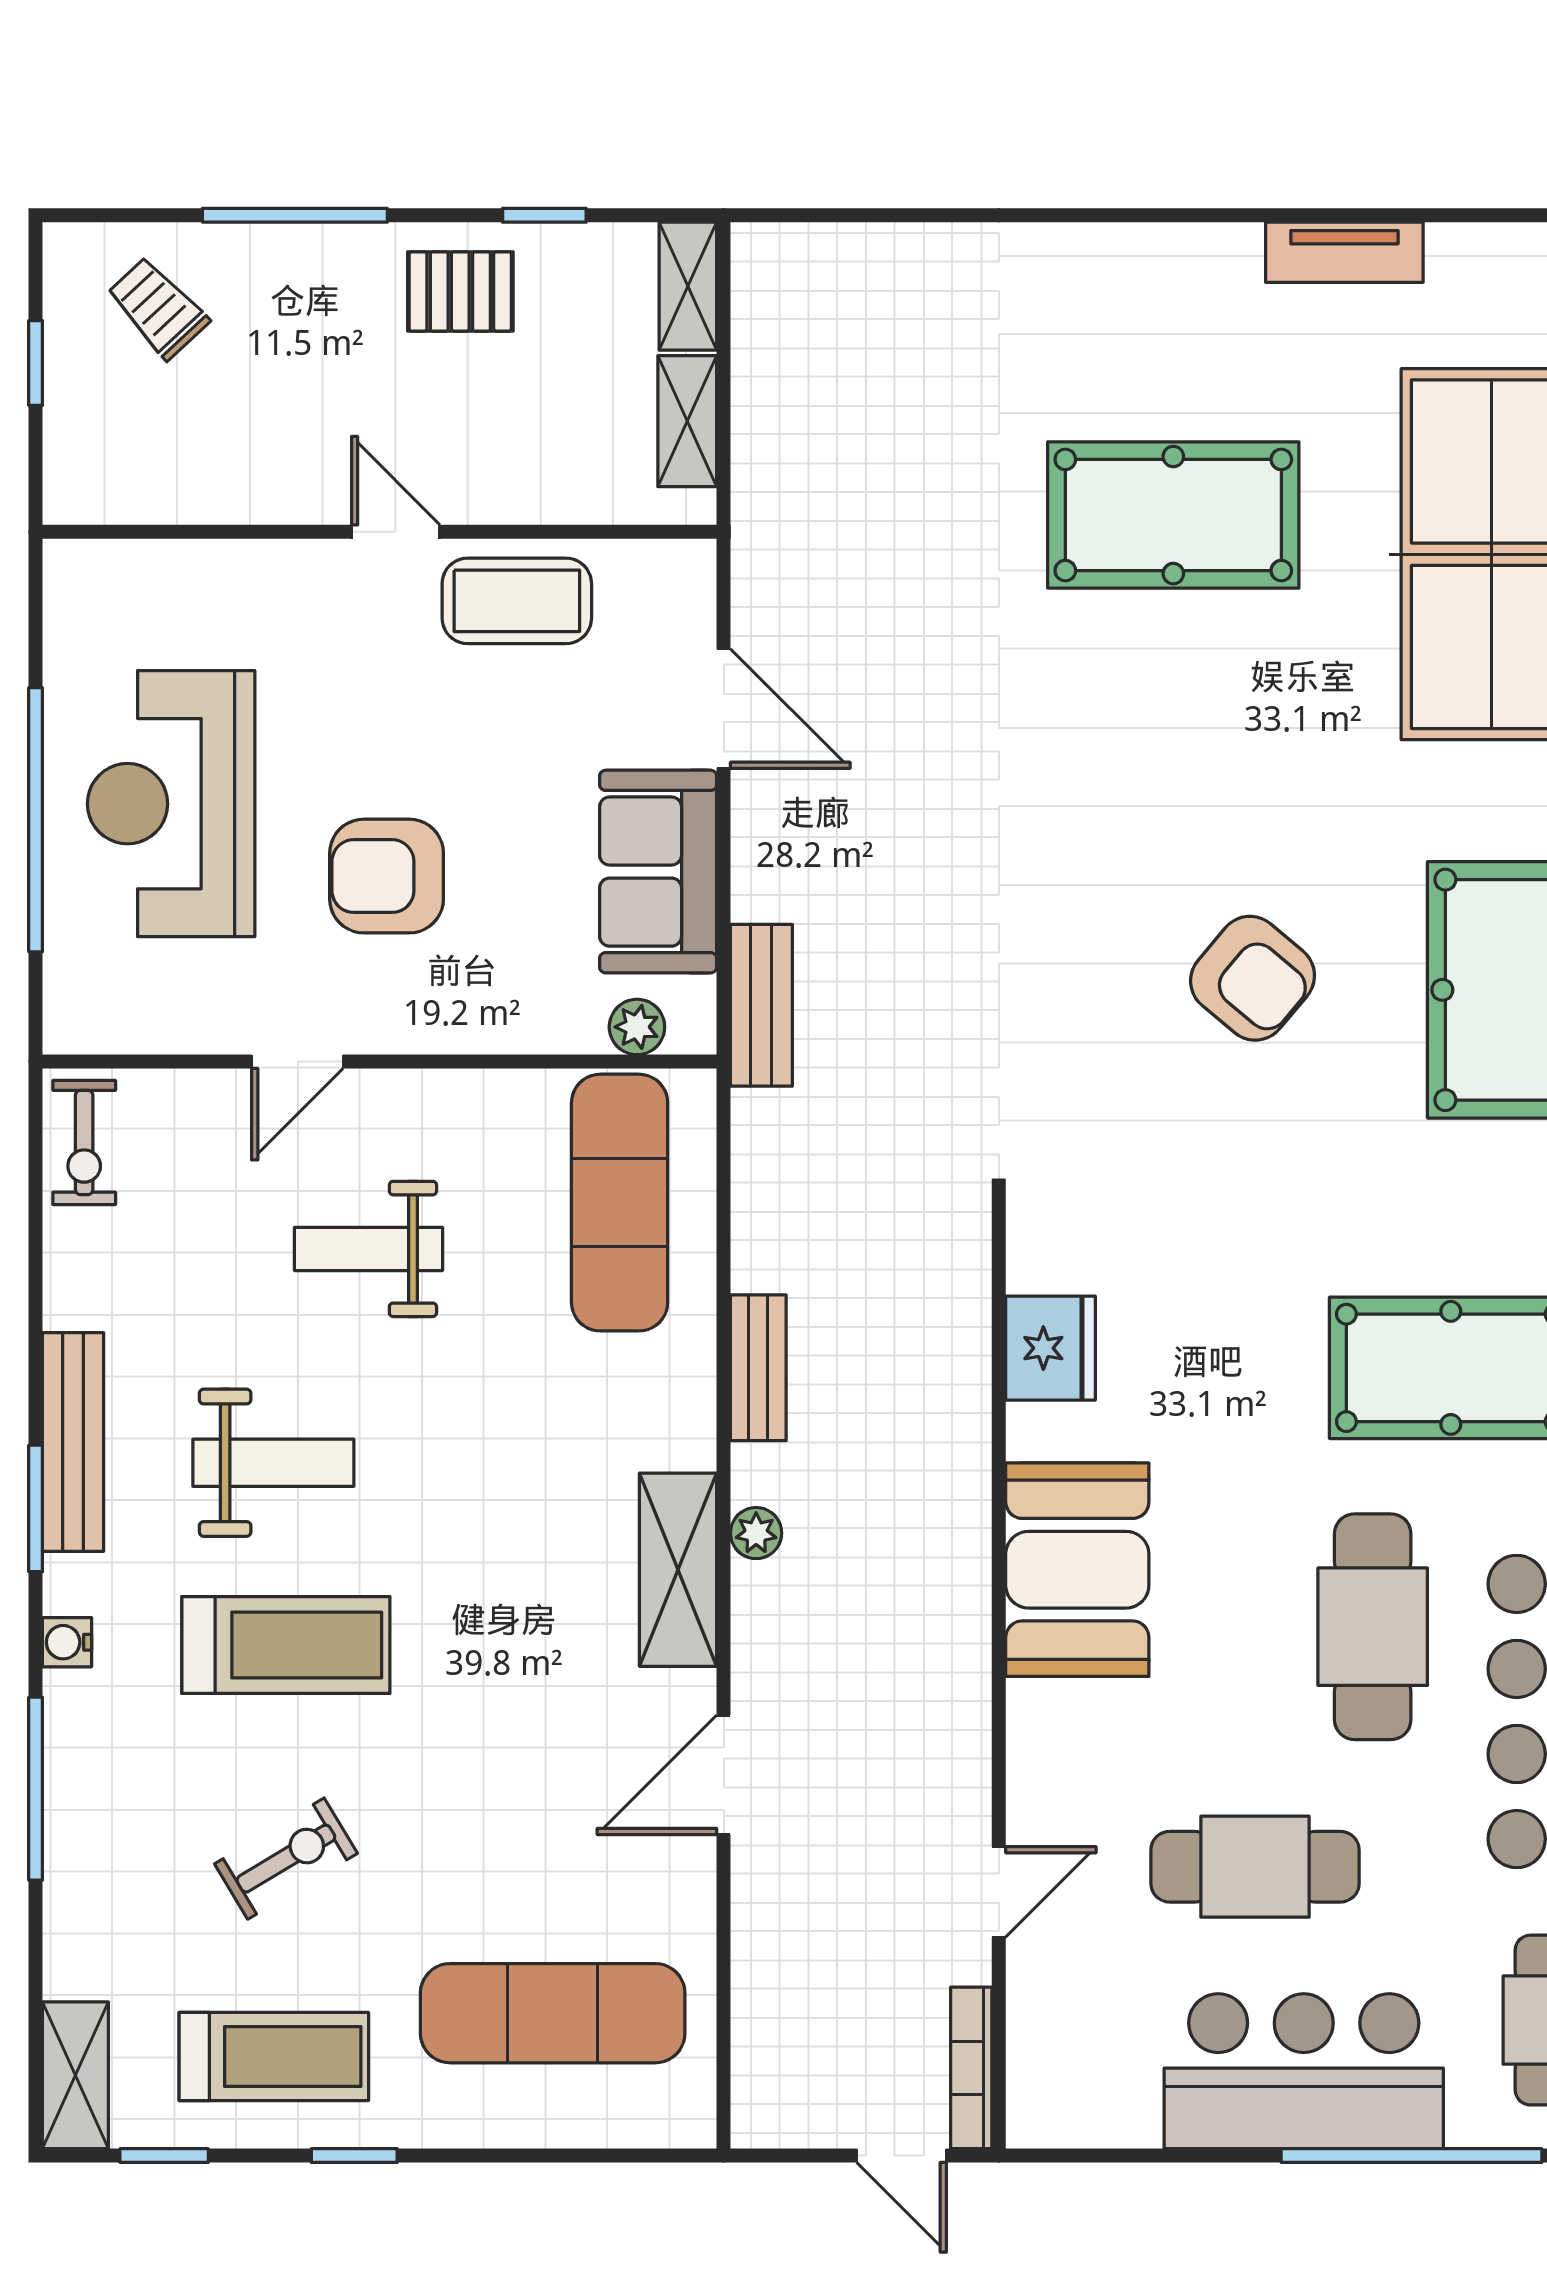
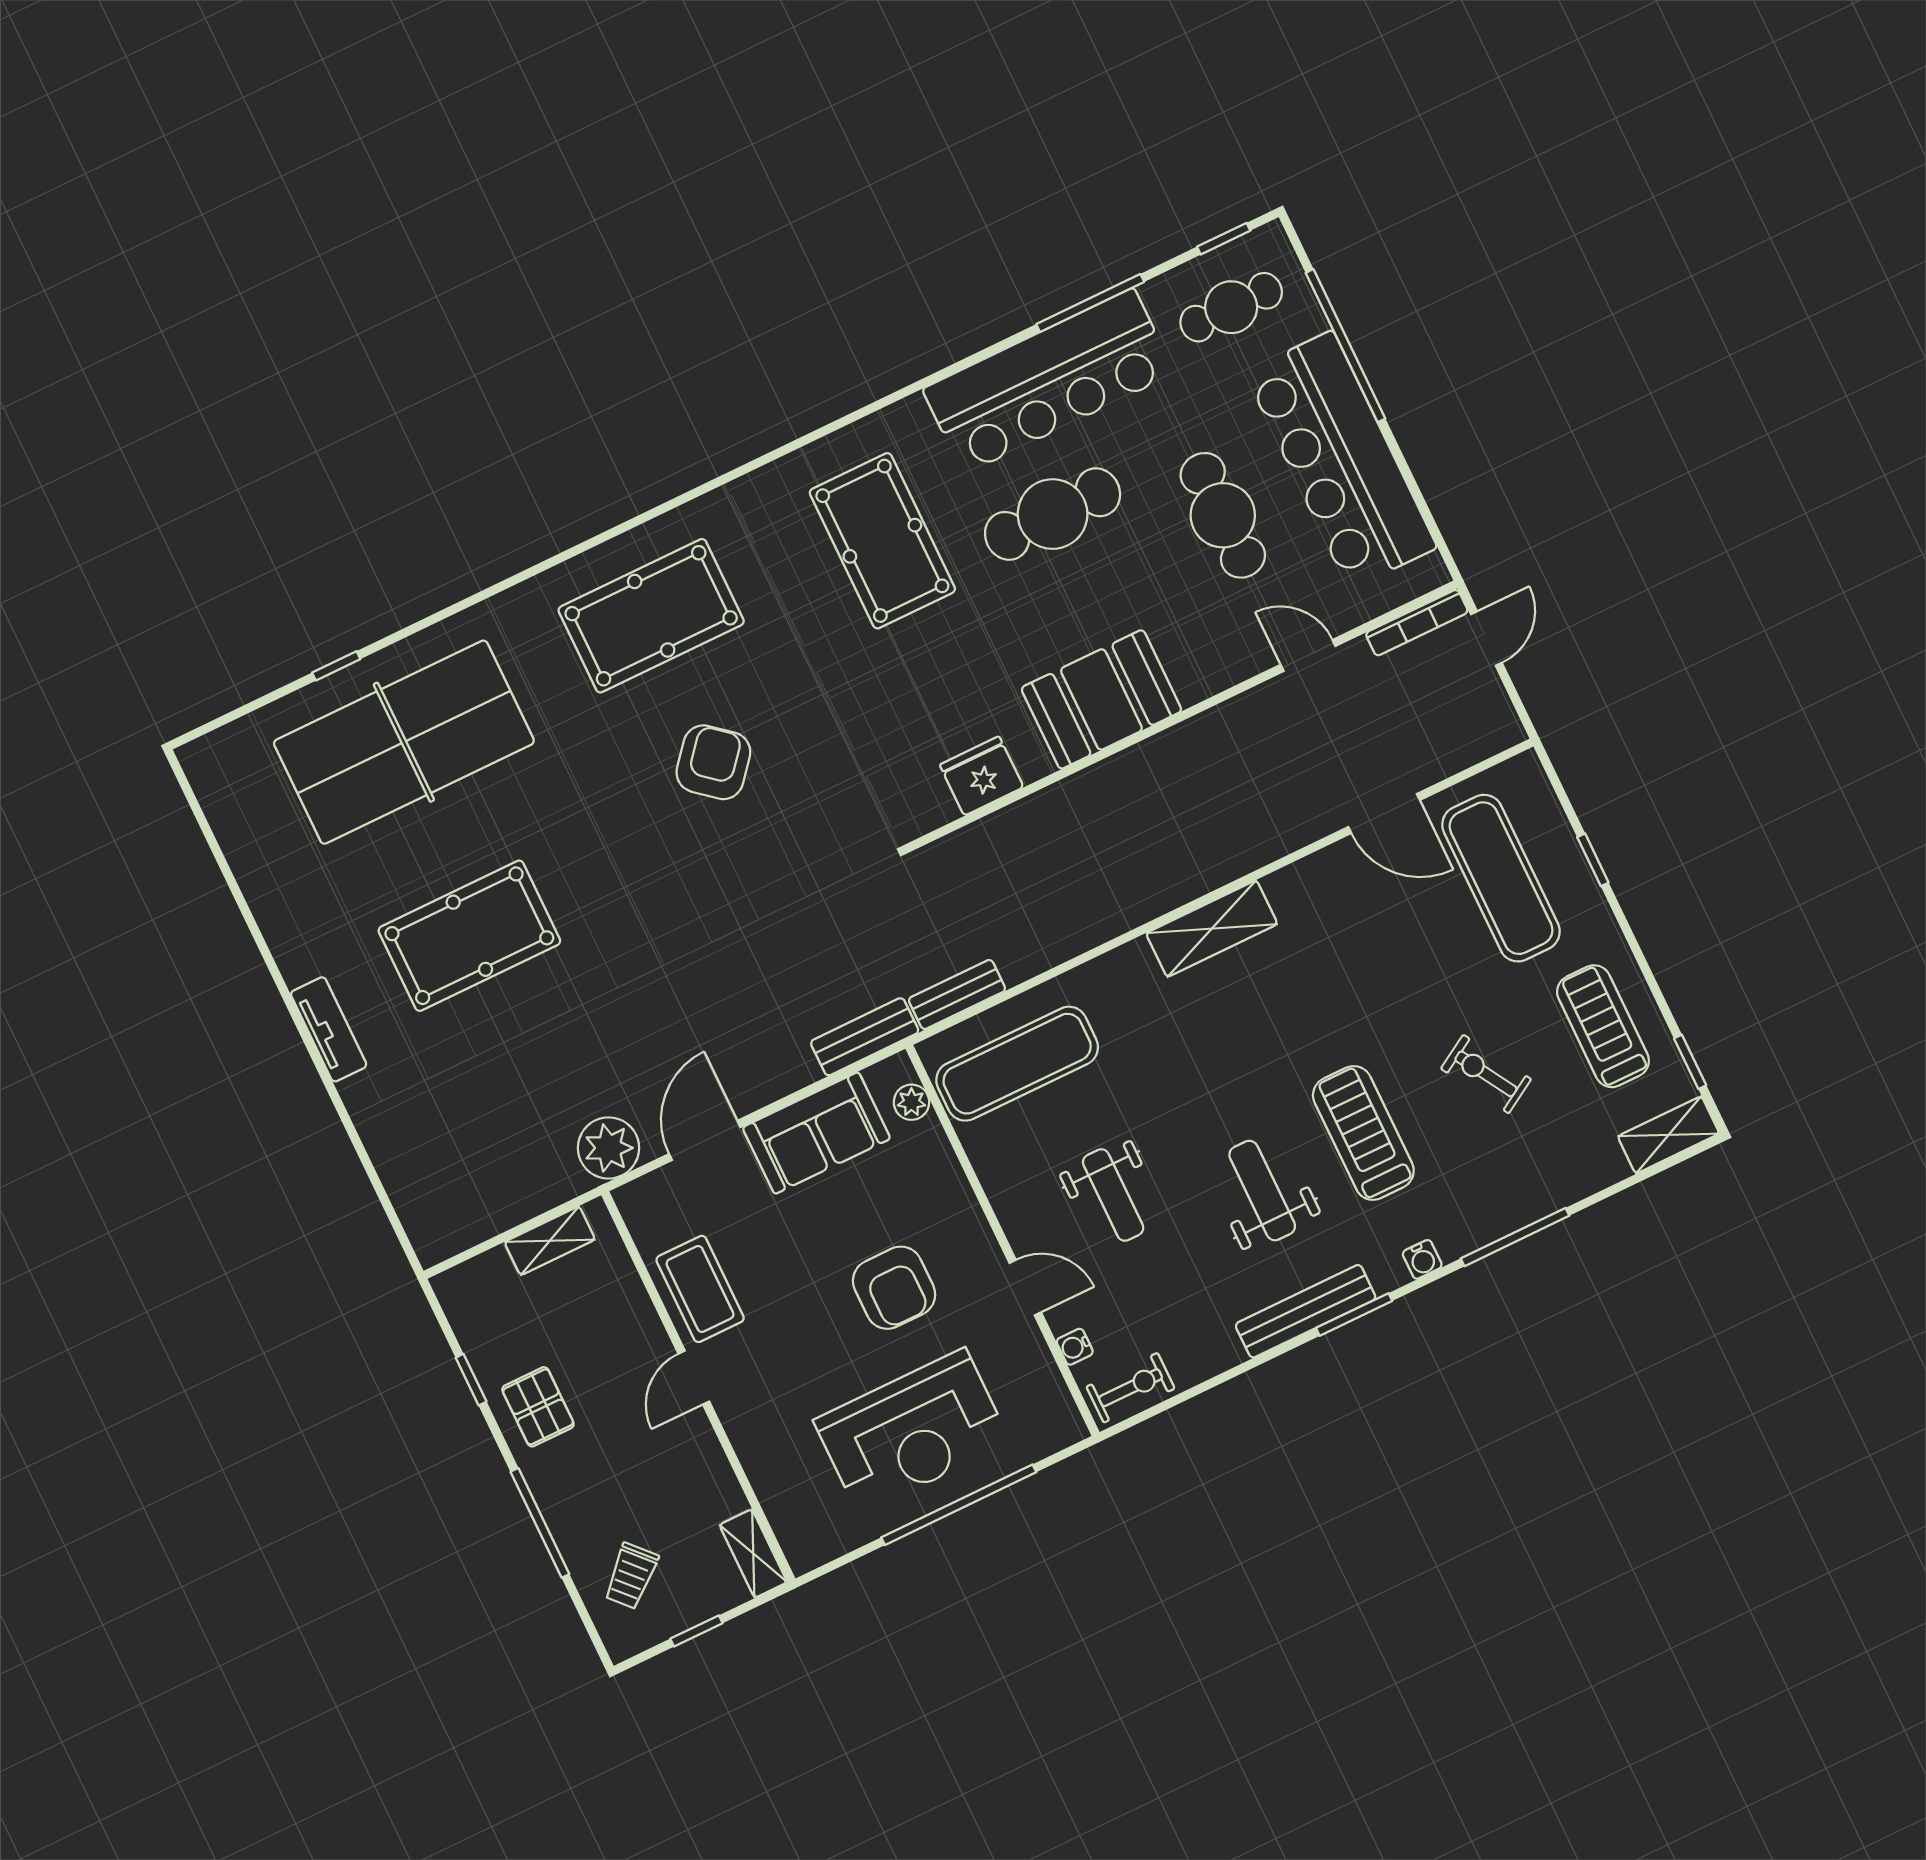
tv unit: (1344, 252) -> (329, 1029), moved
shelving: (688, 286) -> (753, 1553), moved, turned 90
pool table: (1173, 515) -> (469, 936), turned 90
water cooler: (180, 1091) -> (1075, 1347), added
bench: (758, 1368) -> (957, 994), moved
plant: (756, 1533) -> (609, 1148), moved, width x1.88, depth x1.88
door: (724, 1775) -> (1384, 813), moved
bar counter: (1304, 2071) -> (1341, 460), width x1.36
window: (354, 2156) -> (1593, 860), moved

